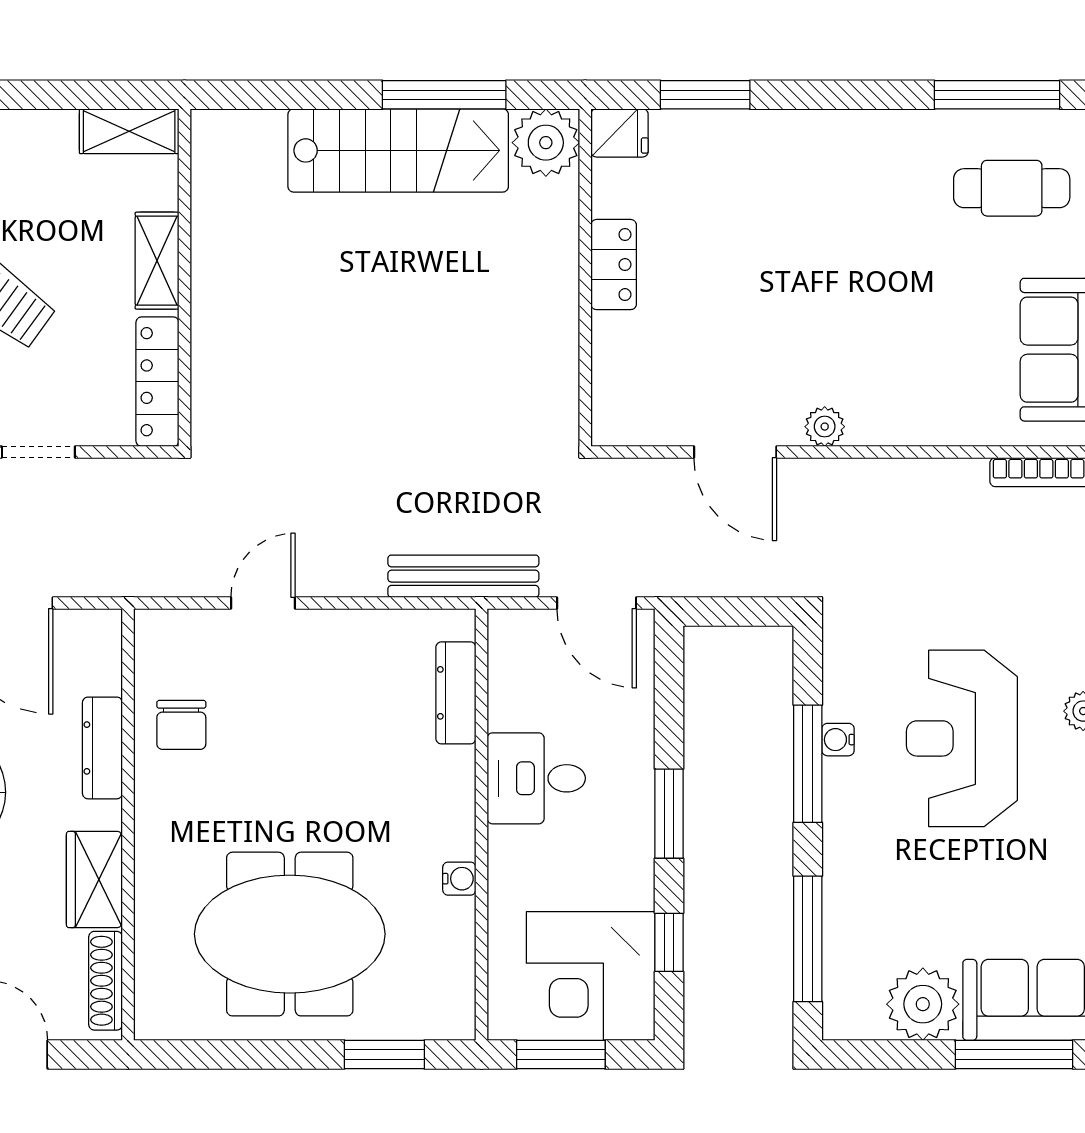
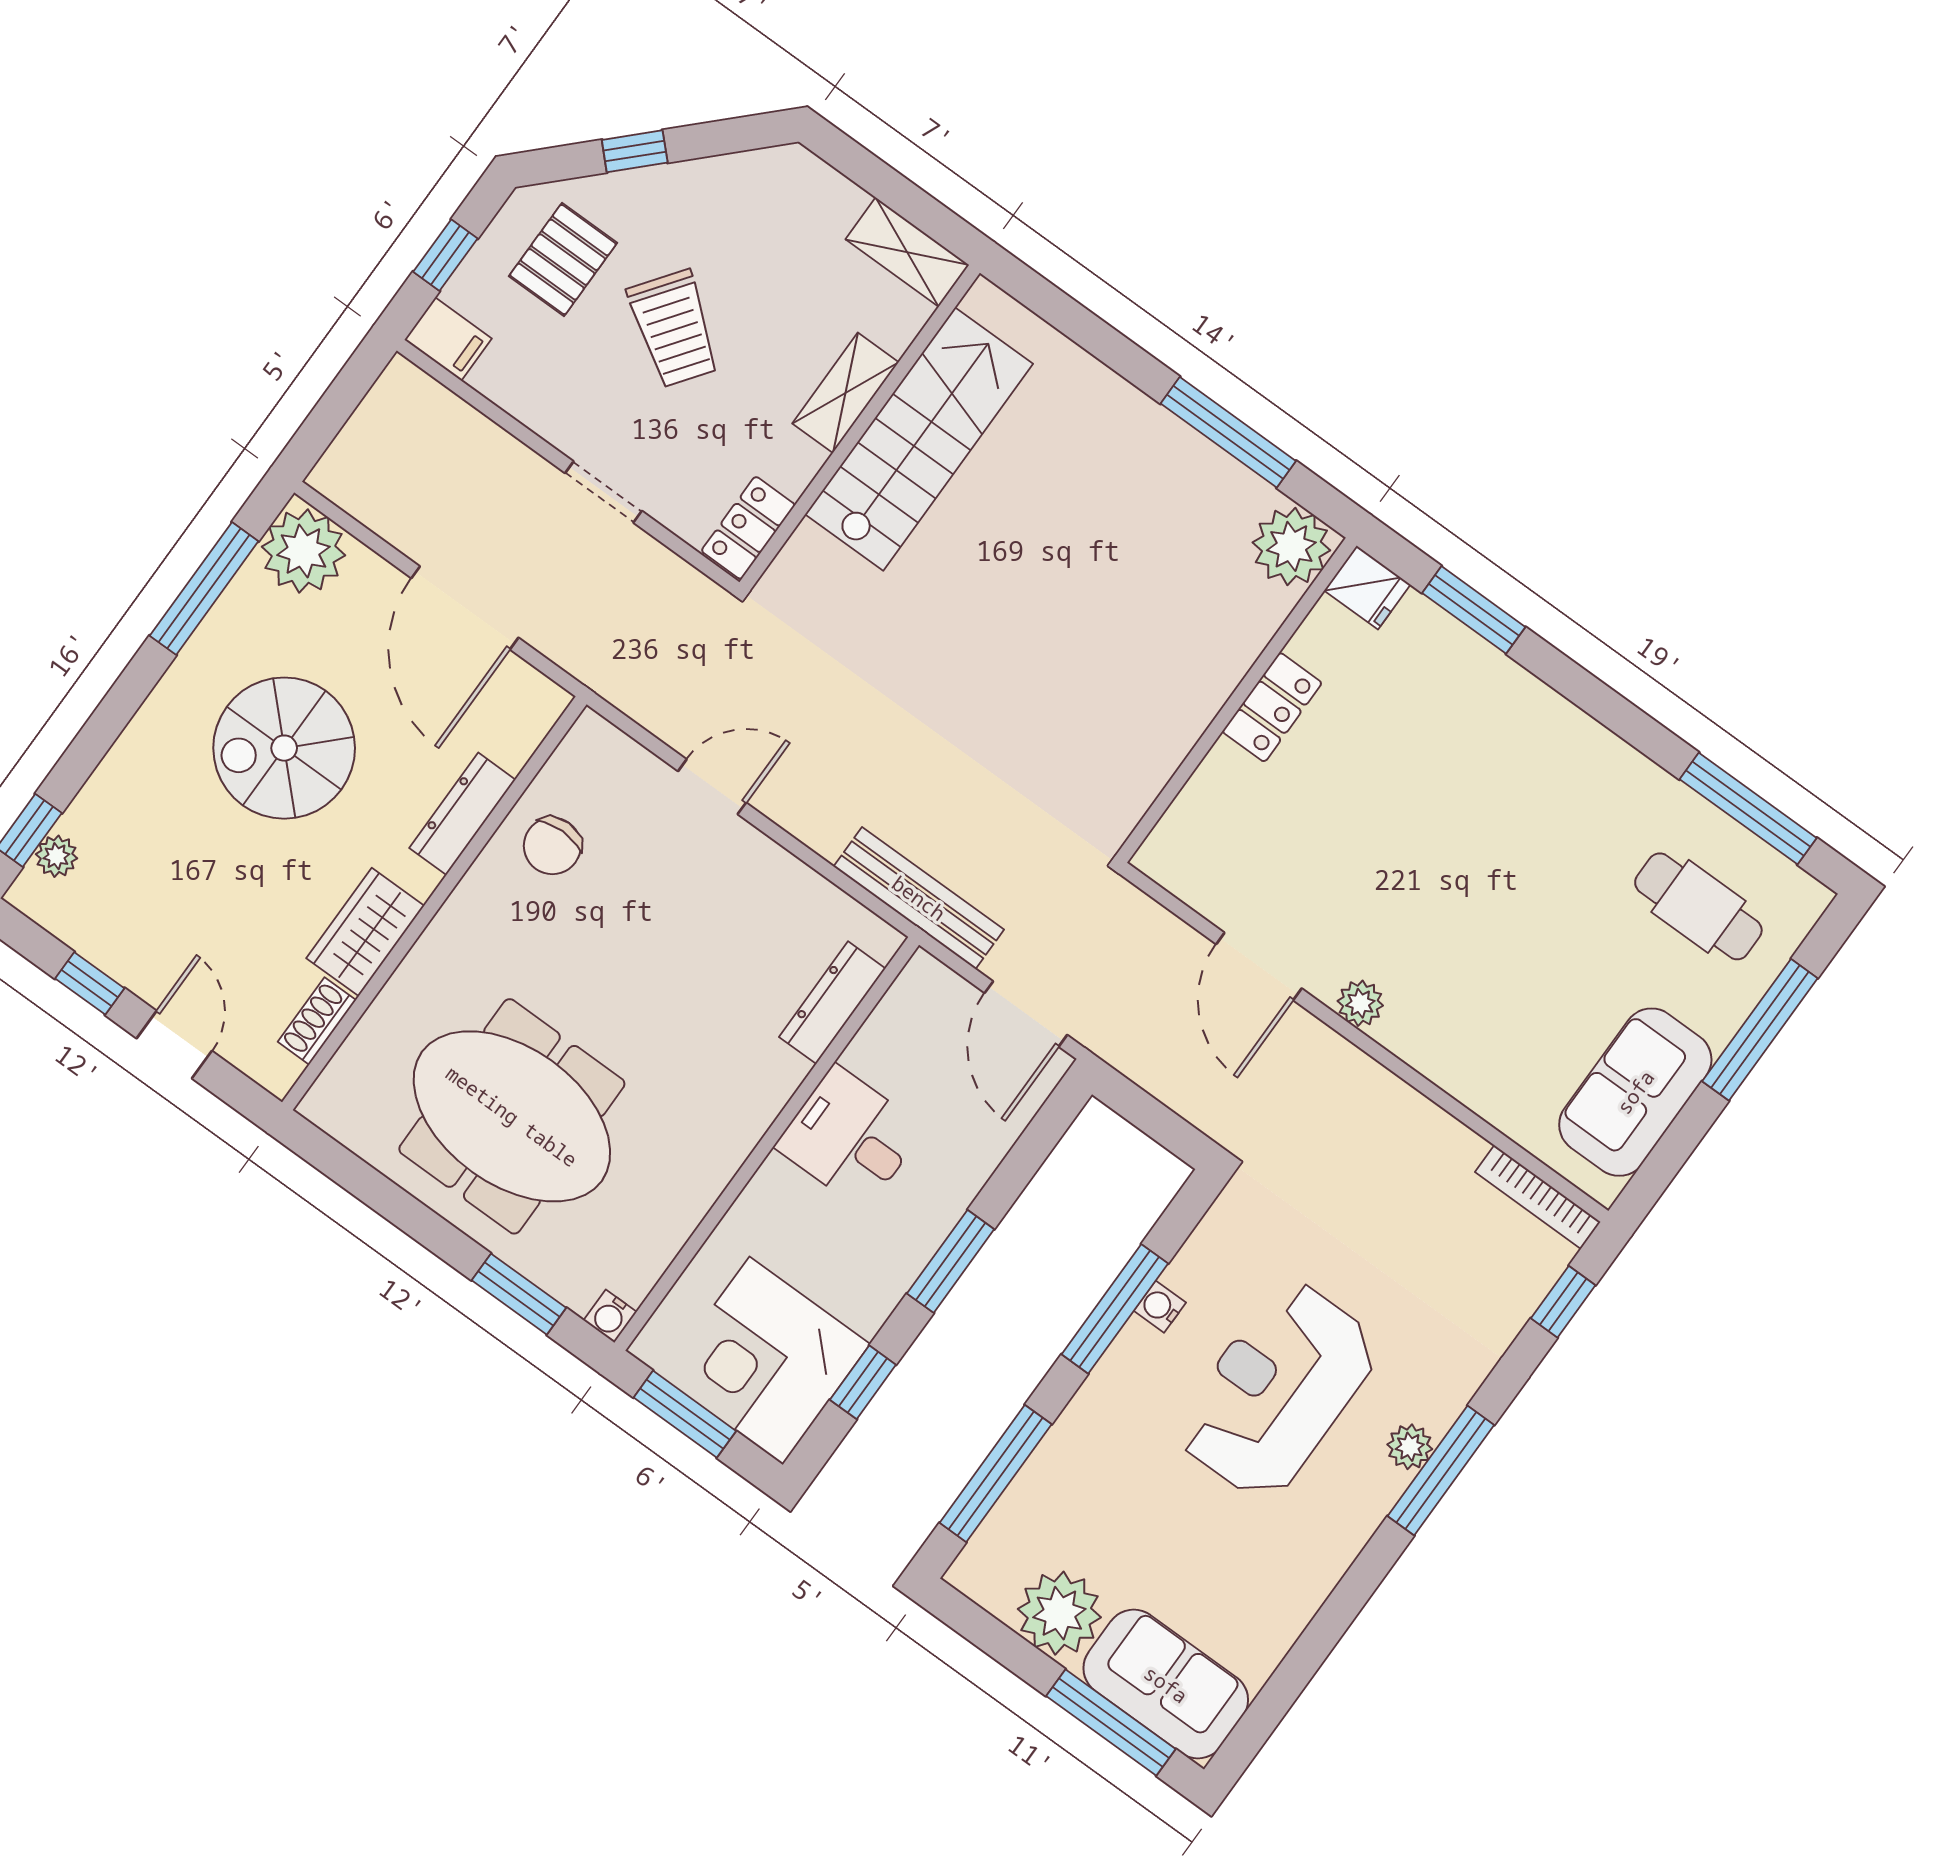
stairs: (398, 150) -> (919, 439), moved, turned -90
locker: (157, 382) -> (748, 528), width x0.66
water cooler: (459, 879) -> (610, 1316), moved, turned 90
shoe rack: (106, 981) -> (317, 1021), width x0.70

